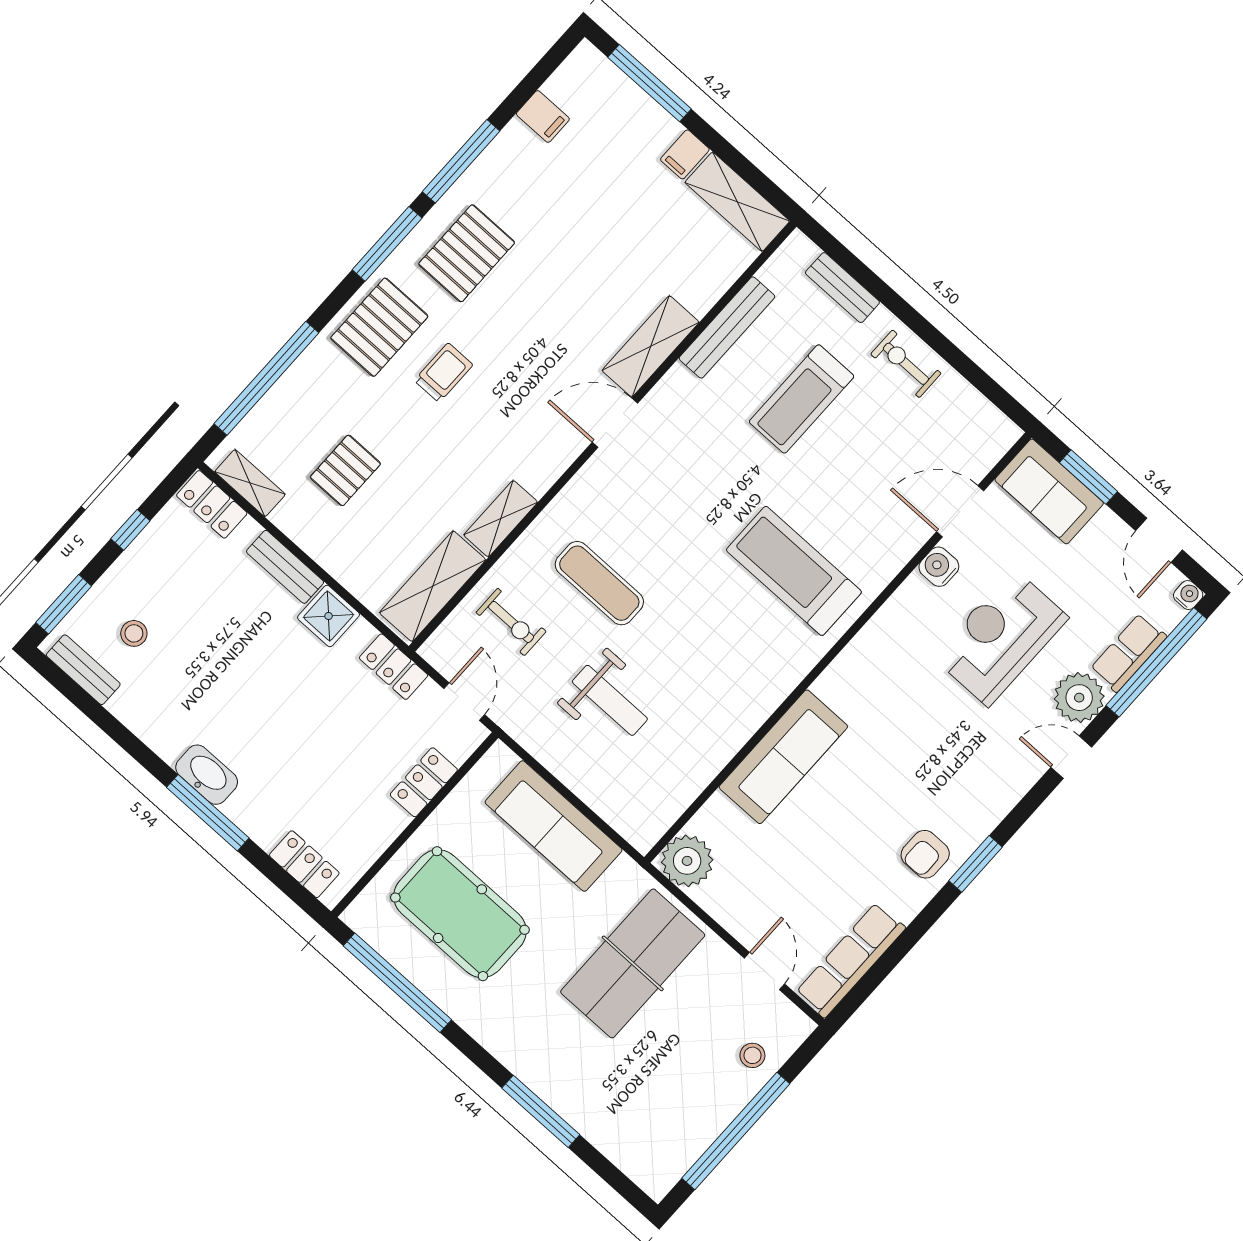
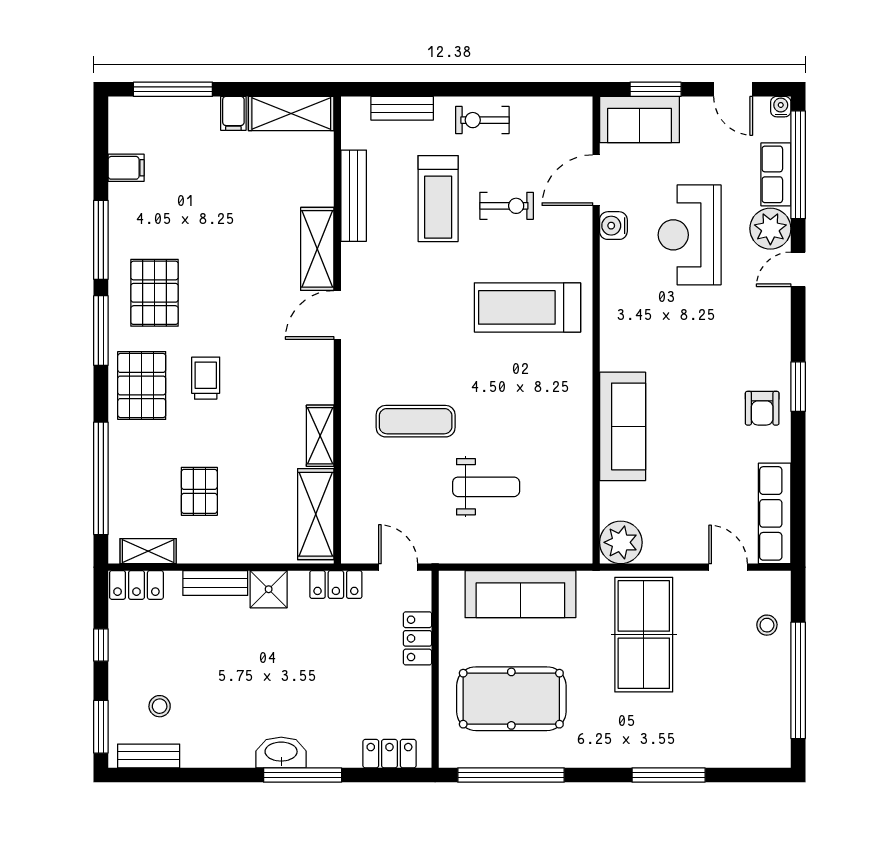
exercise bike: (511, 622) -> (507, 206), moved

